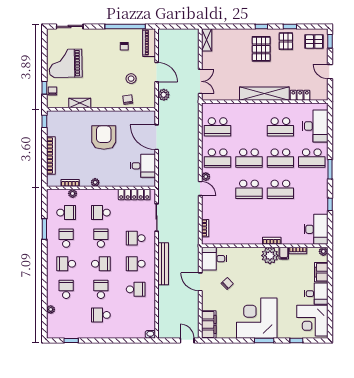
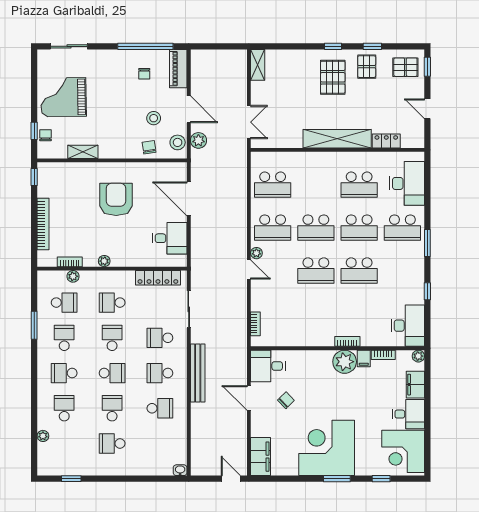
stool: (148, 96) -> (178, 142), added

